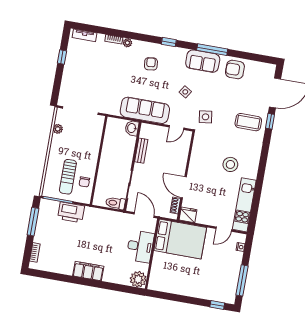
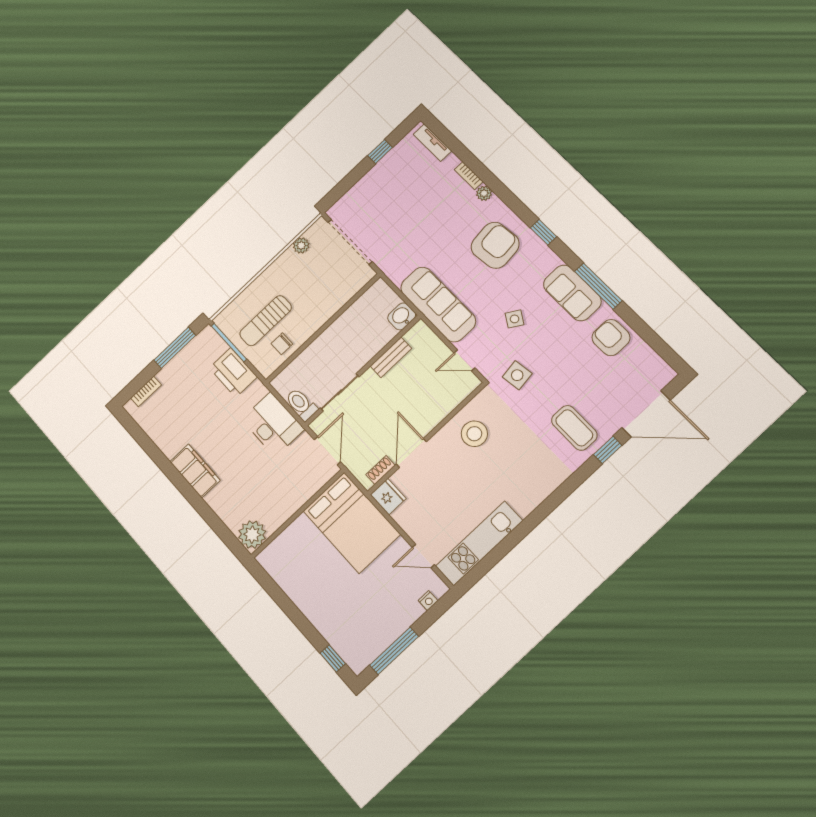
armchair: (151, 64) -> (495, 245), width x1.88, depth x1.88
stool: (230, 164) -> (474, 434), moved
desk: (140, 246) -> (273, 424), moved, turned -90

